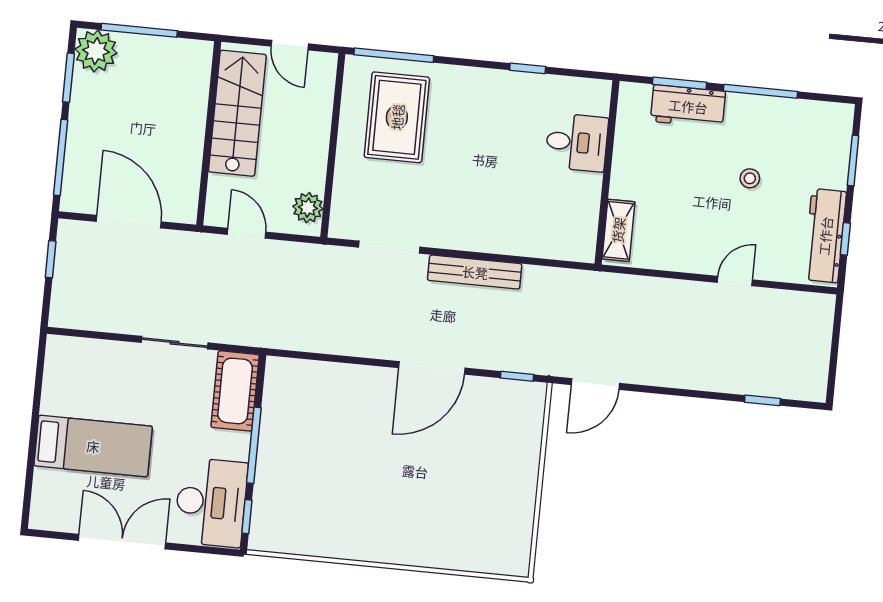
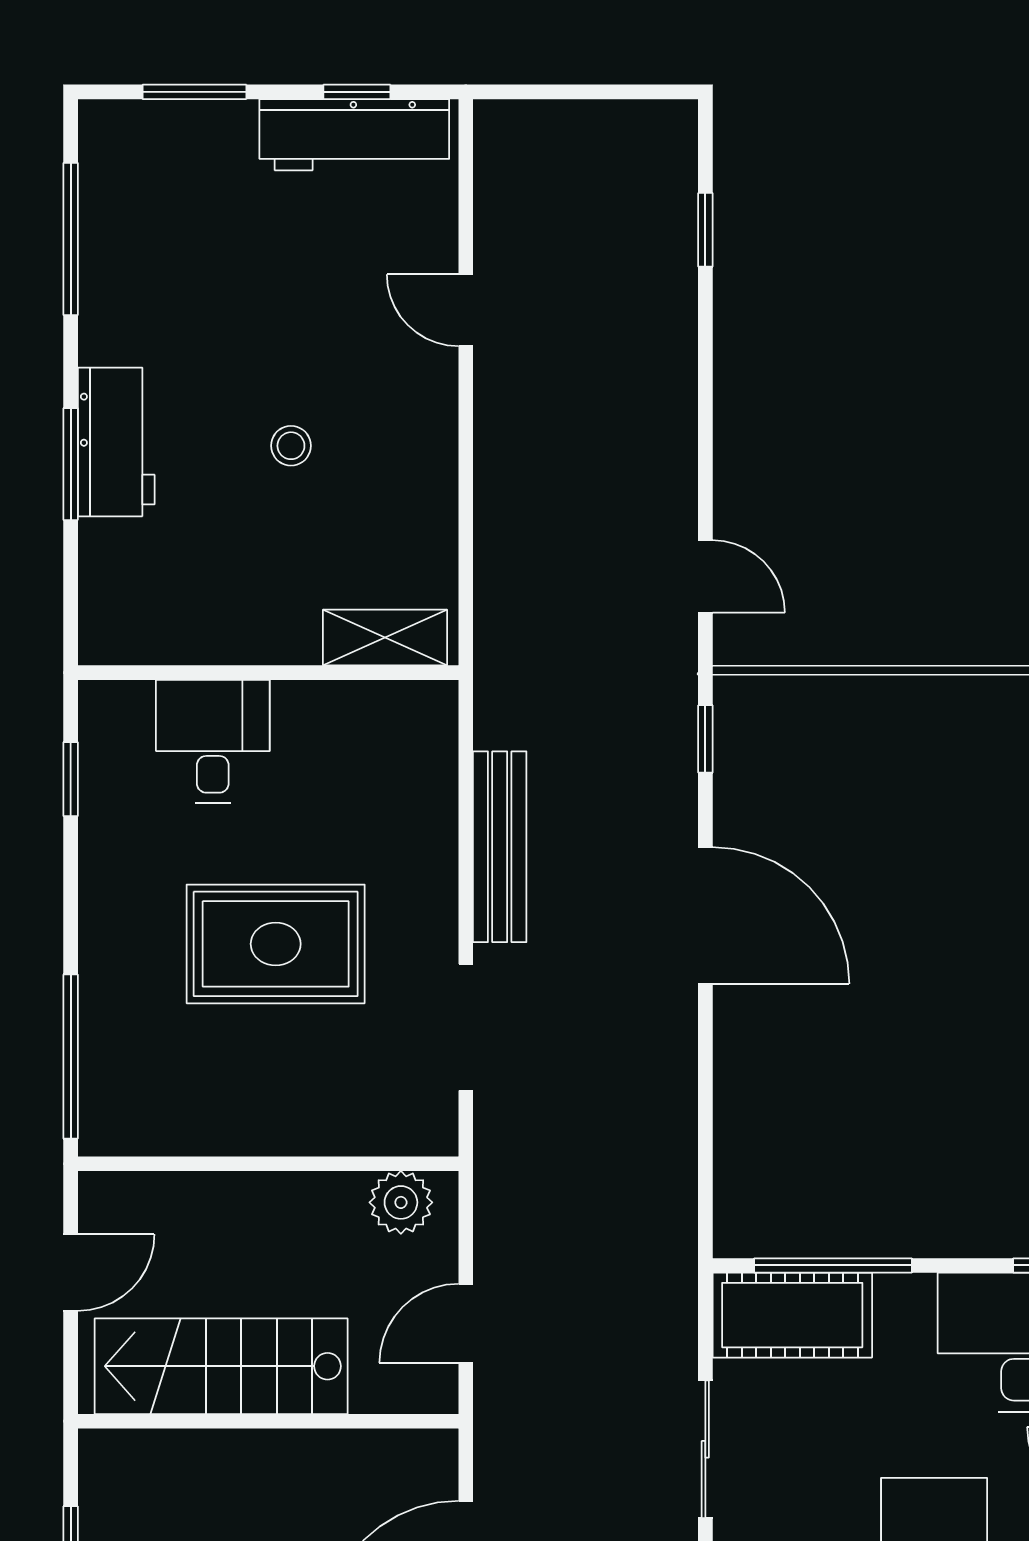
window: (760, 91) -> (71, 239), moved
rug: (397, 117) -> (276, 944), moved
desk: (577, 142) -> (213, 741), moved
wall: (607, 172) -> (268, 673), moved
stool: (750, 178) -> (291, 446), moved
shelving: (618, 230) -> (385, 638), moved
door: (595, 384) -> (705, 576), width x0.73
window: (254, 445) -> (833, 1265), moved

